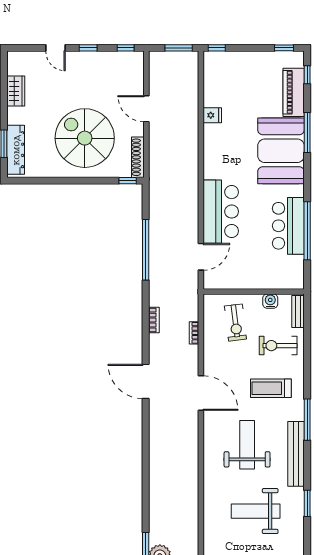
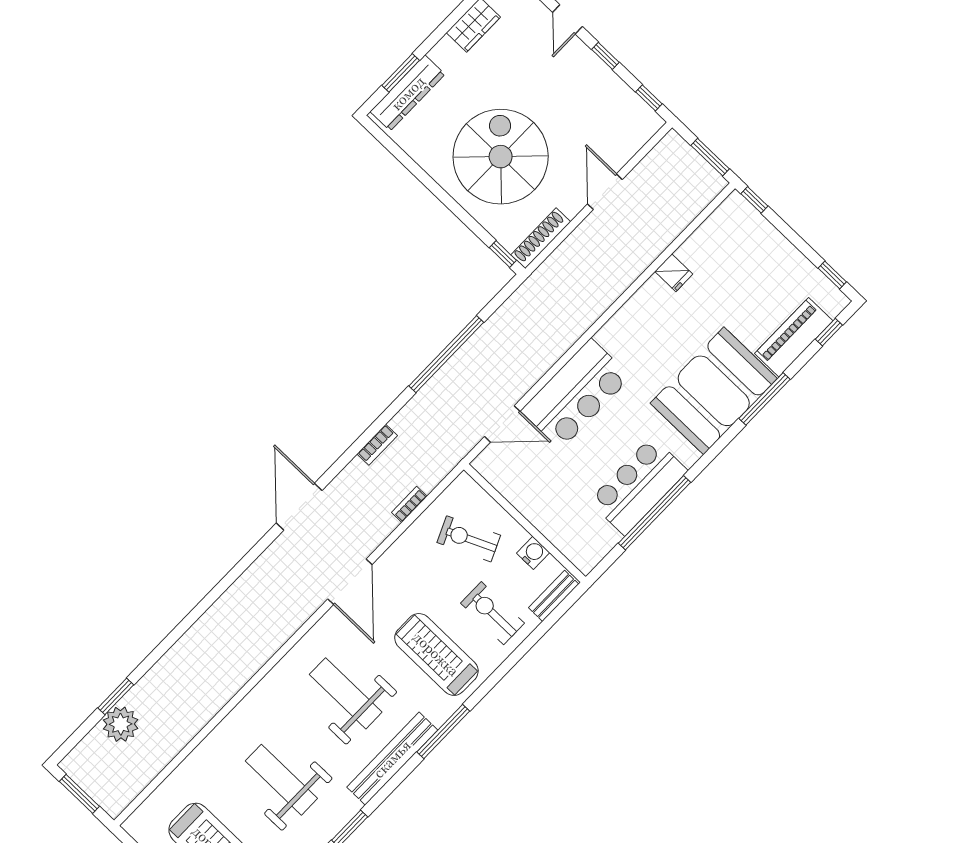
exercise bike: (235, 323) -> (469, 539), turned 73
treadmill: (271, 388) -> (436, 654), width x1.37, depth x1.38
weight bench: (247, 445) -> (346, 693), turned -90

